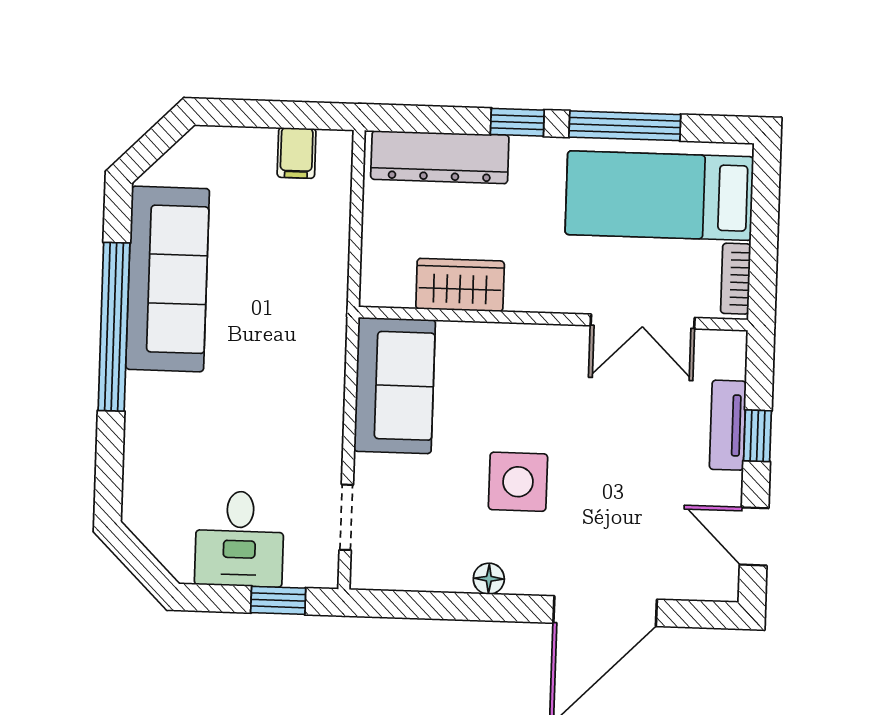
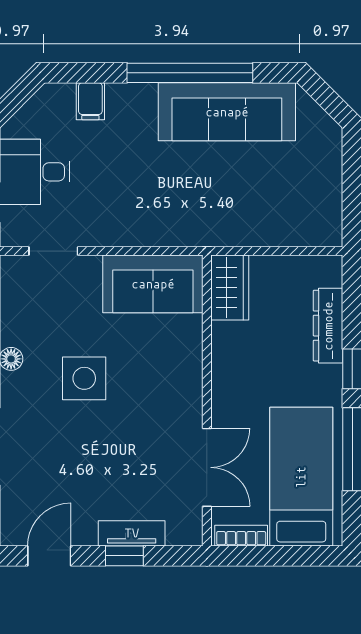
filing cabinet: (297, 153) -> (90, 101), moved, turned -90
dresser: (440, 157) -> (328, 326), width x0.73, depth x0.80
wardrobe: (460, 285) -> (230, 287), moved
double door: (643, 322) -> (207, 467), swing flipped

